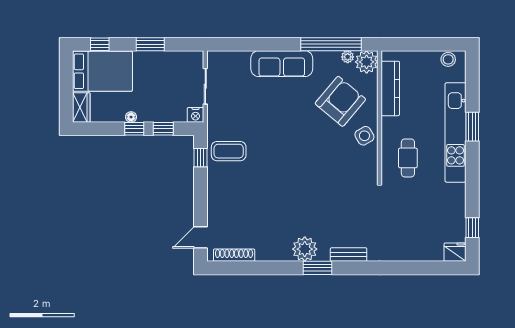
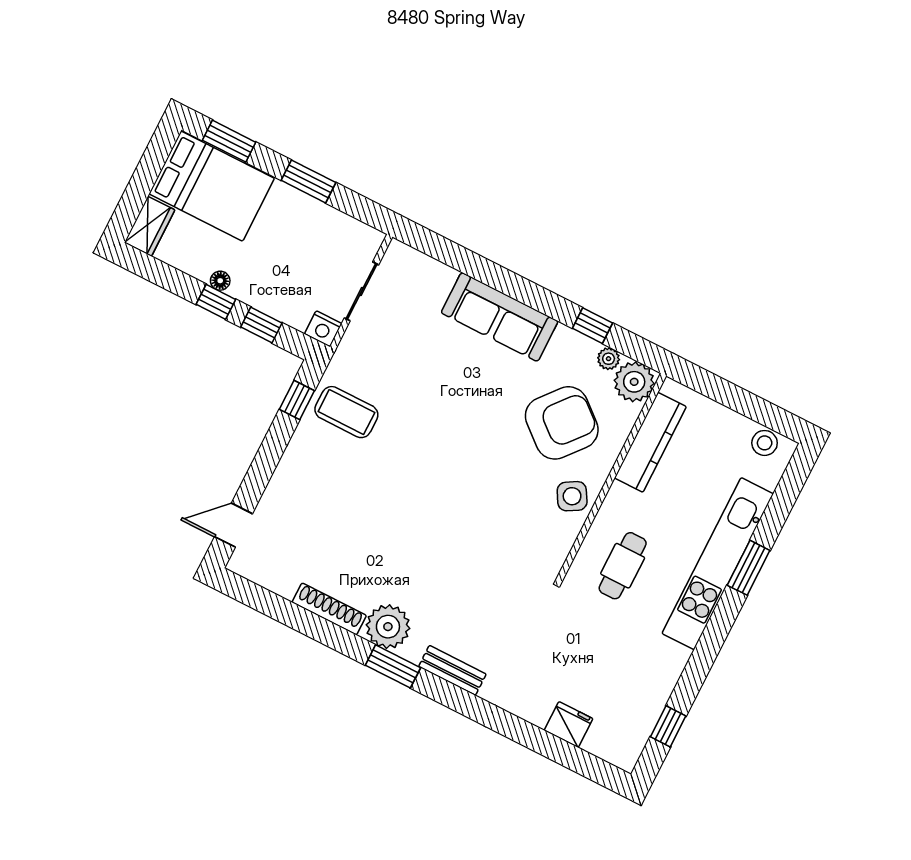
window: (100, 44) -> (229, 141), width x1.50
window: (331, 44) -> (593, 326), width x0.32
fridge: (455, 252) -> (569, 724), moved
shoe rack: (234, 255) -> (329, 609), moved

